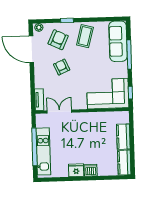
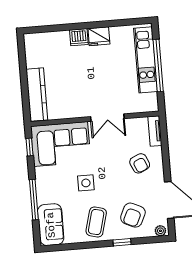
sofa: (118, 41) -> (51, 225), width x0.73
side table: (91, 65) -> (86, 183), added
armchair: (62, 67) -> (140, 163), moved
double door: (59, 111) -> (107, 118), moved
kitchen counter: (123, 137) -> (37, 95), width x1.50
kitchen counter: (124, 163) -> (33, 50), removed

